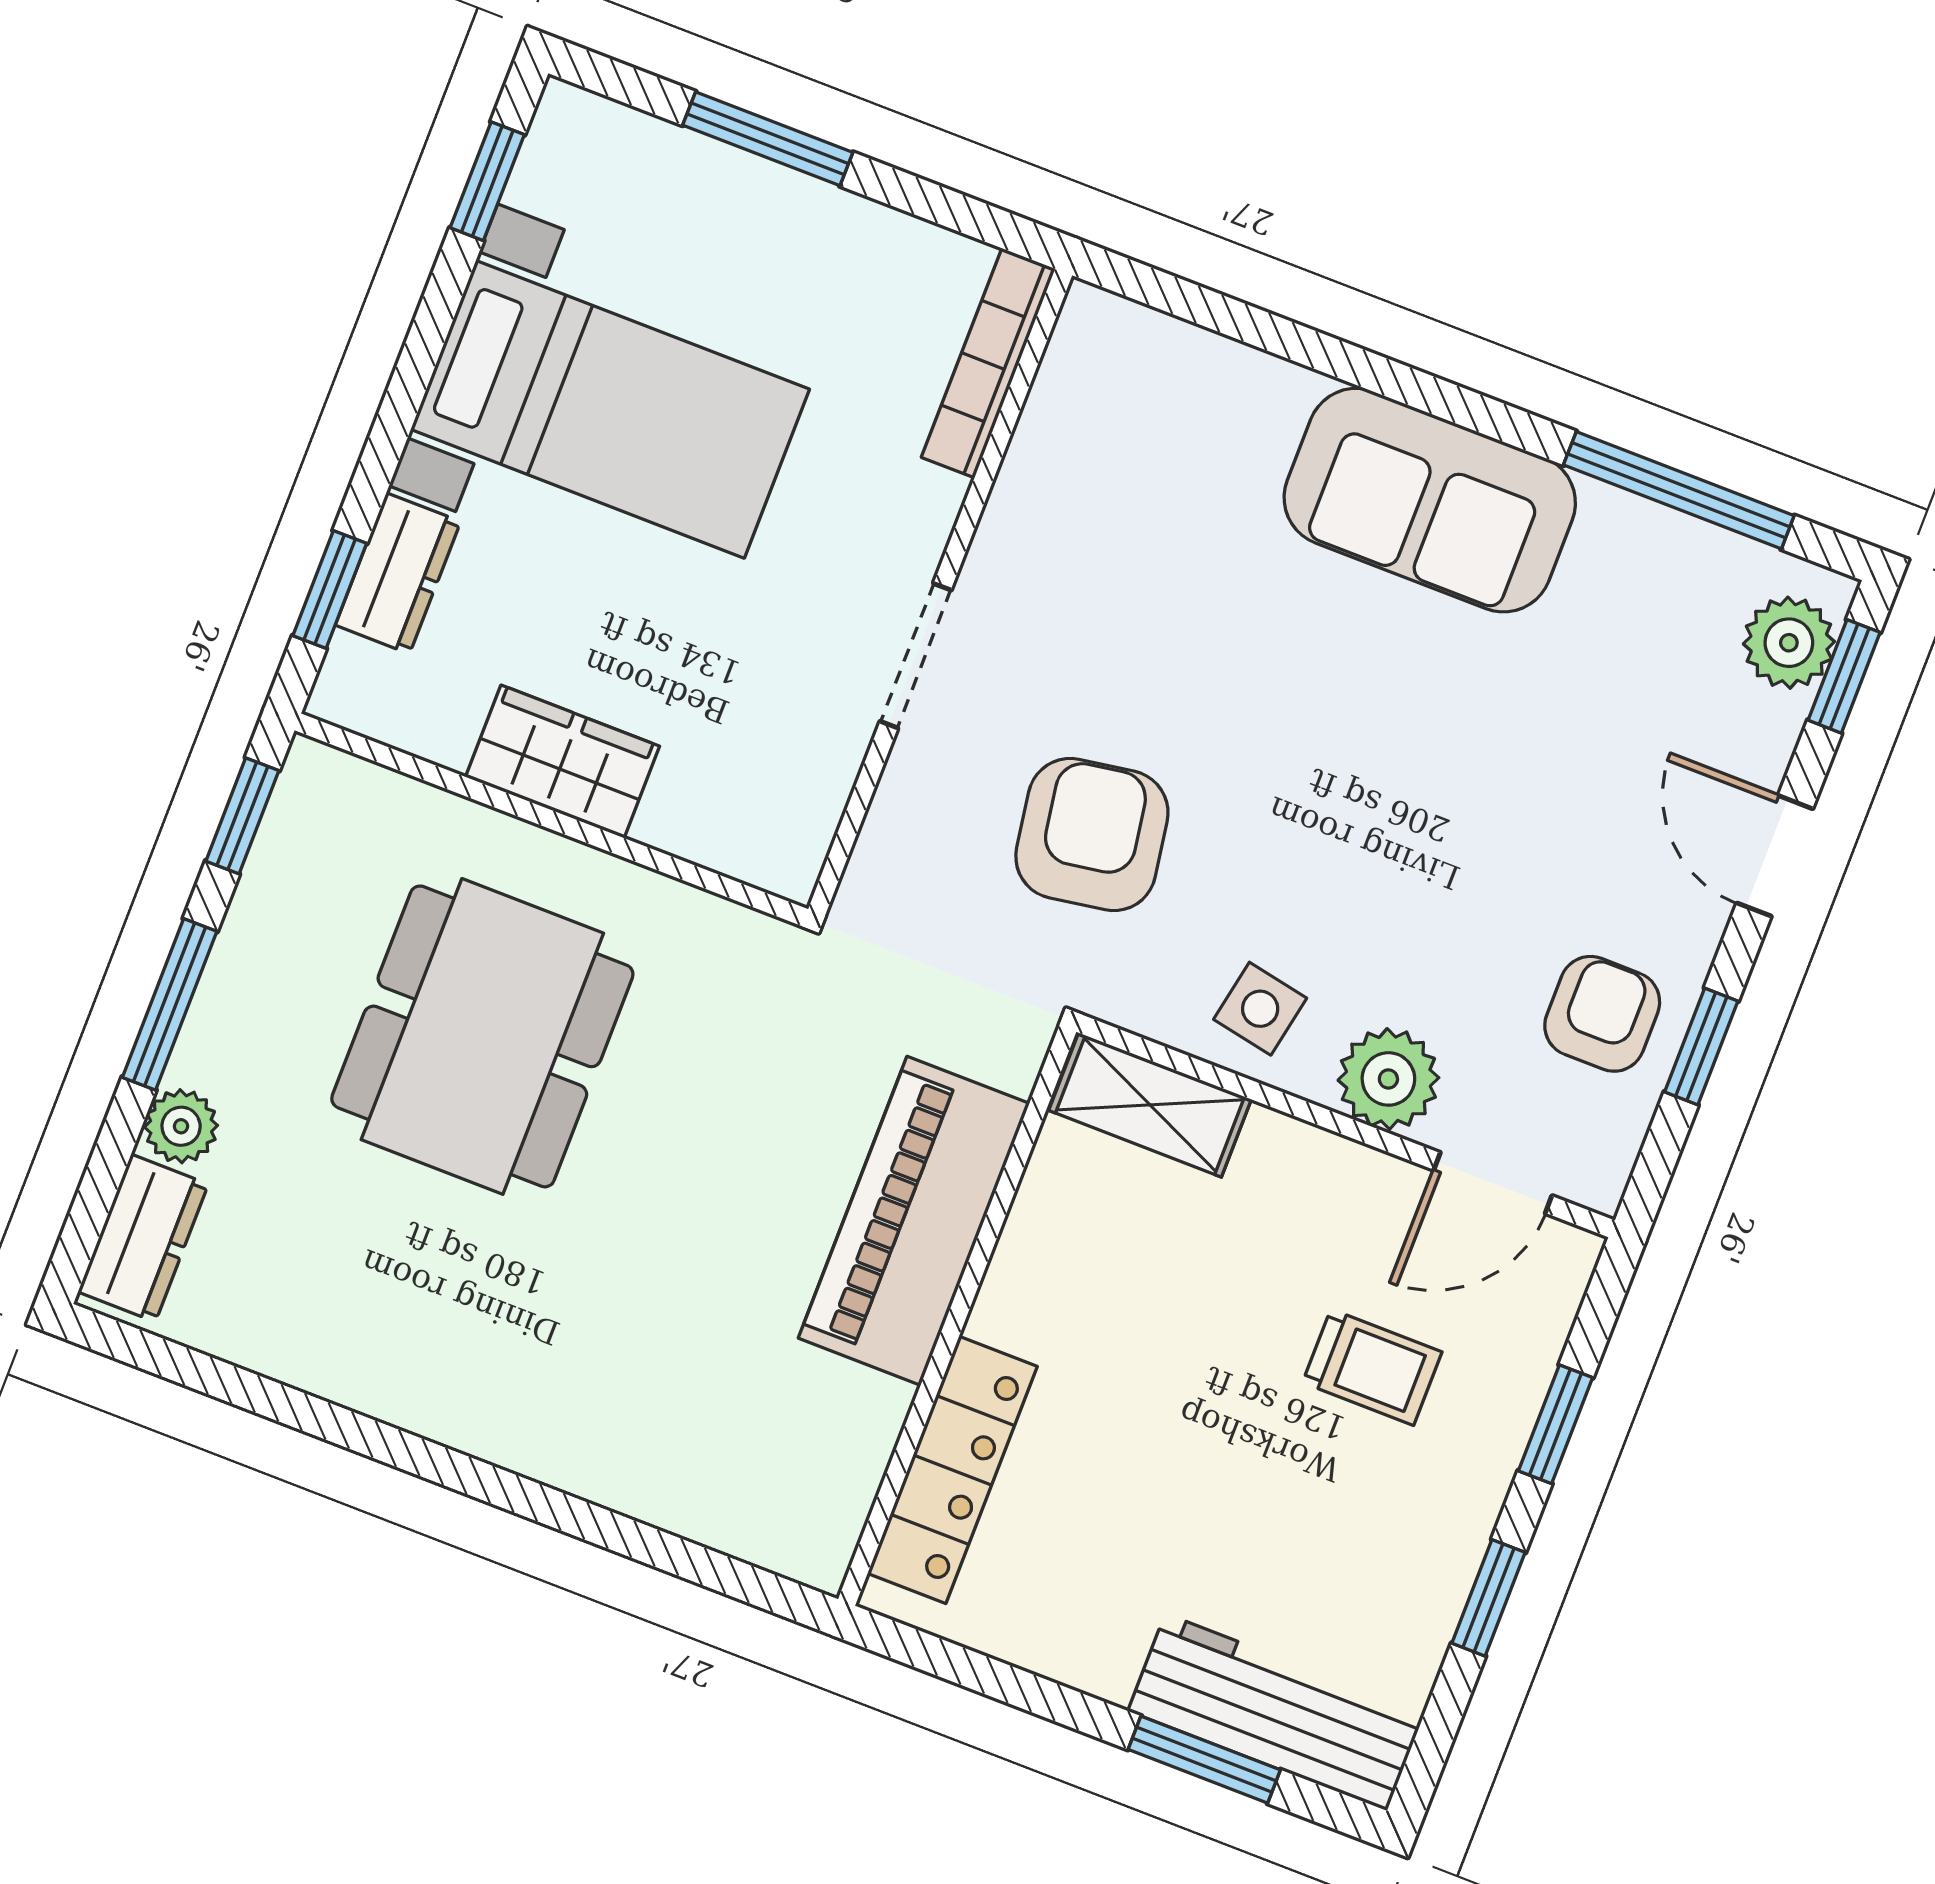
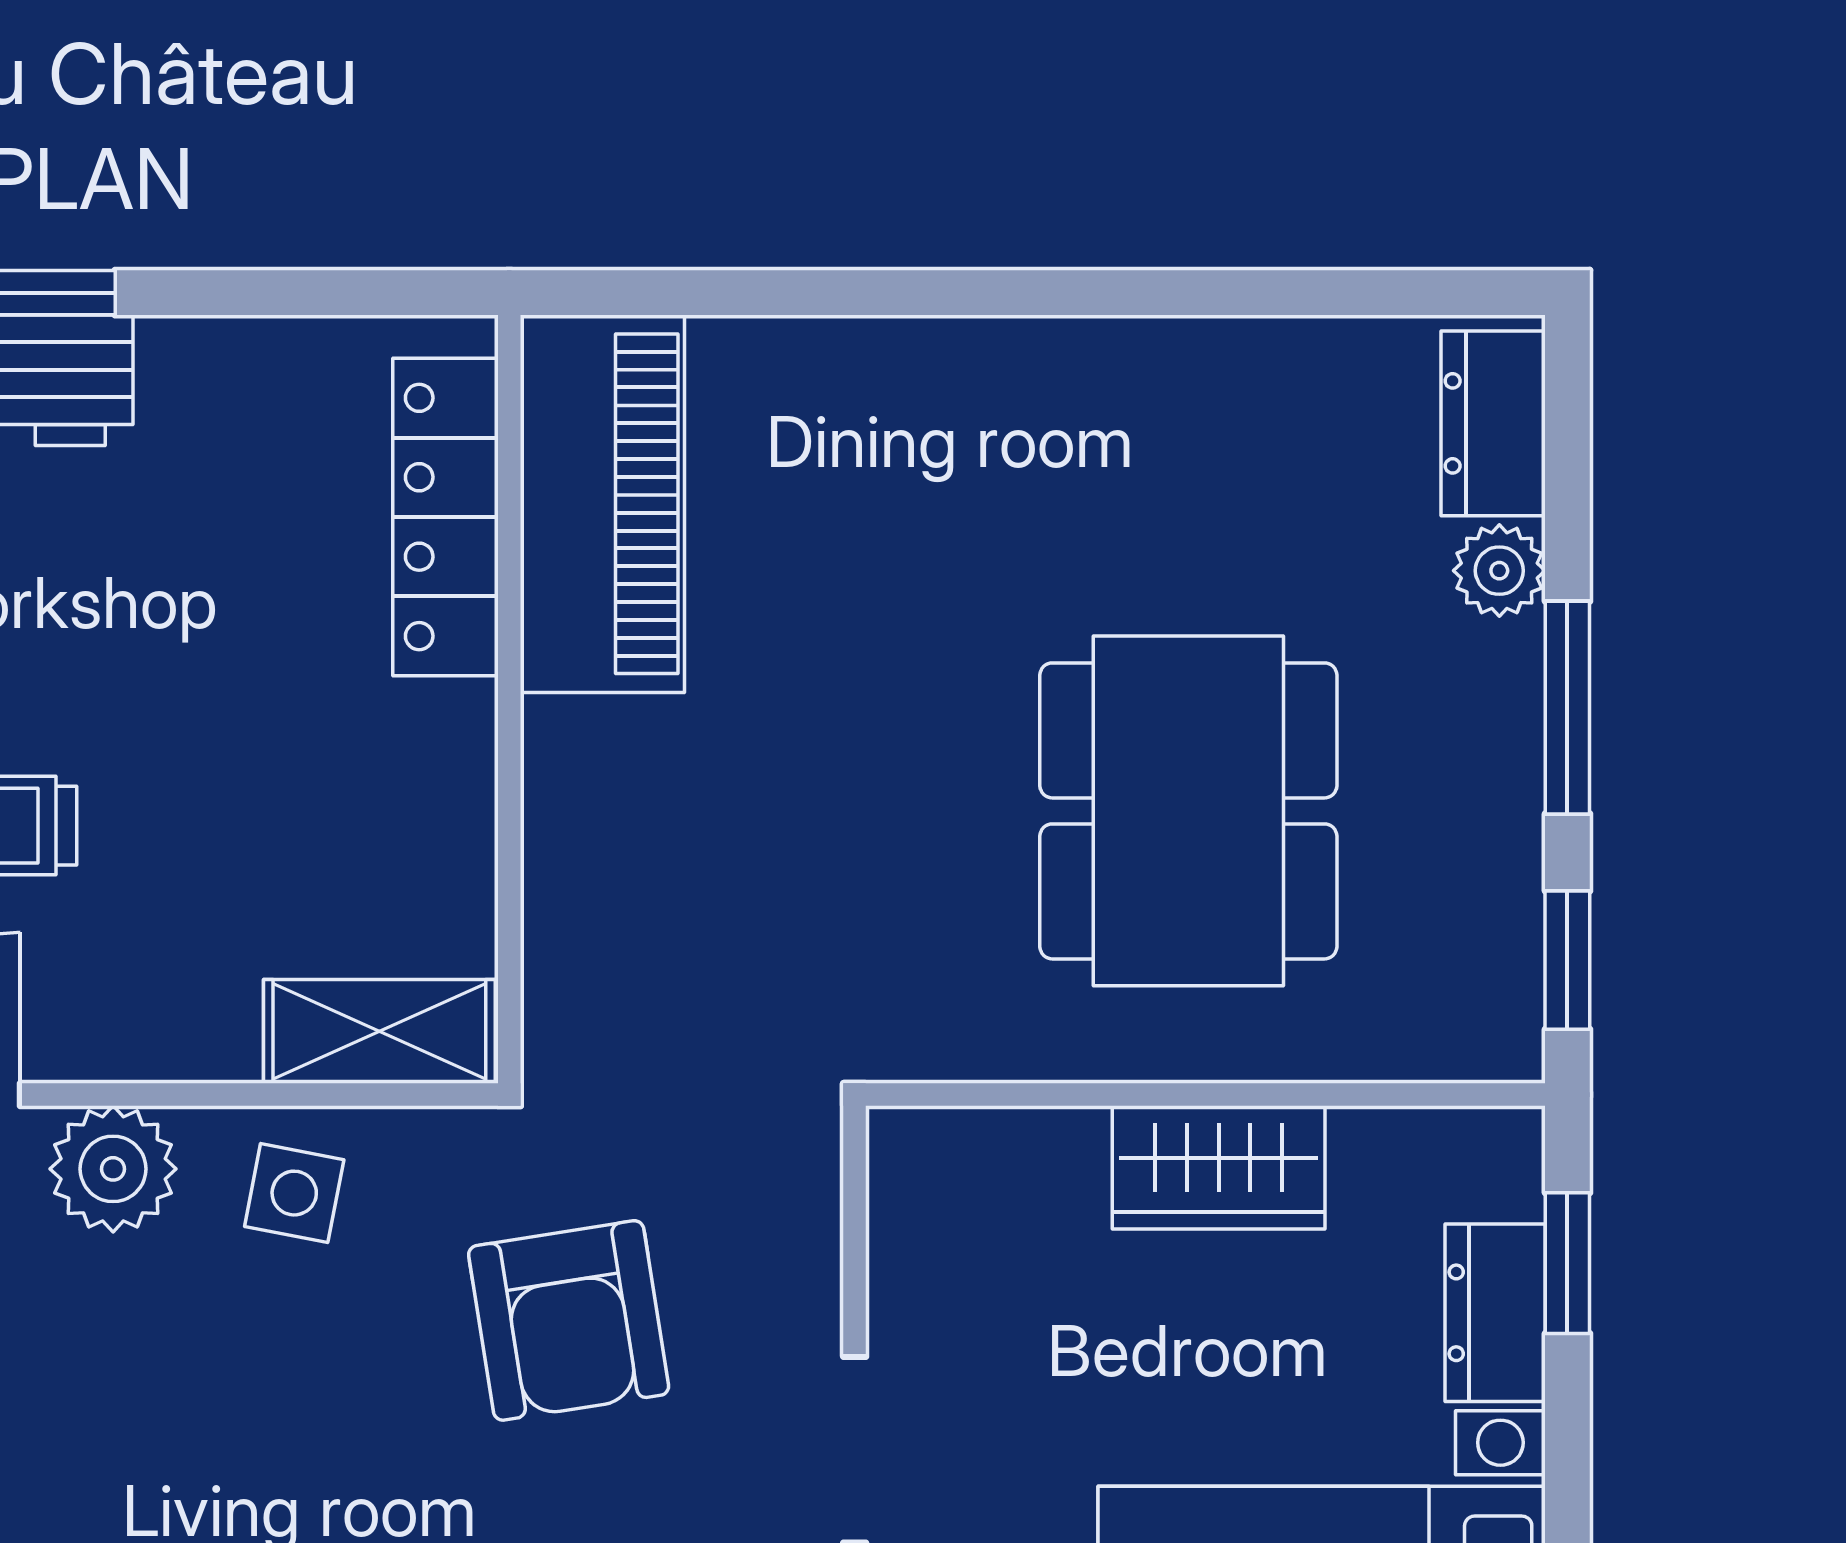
piano: (914, 1221) -> (602, 504), moved

